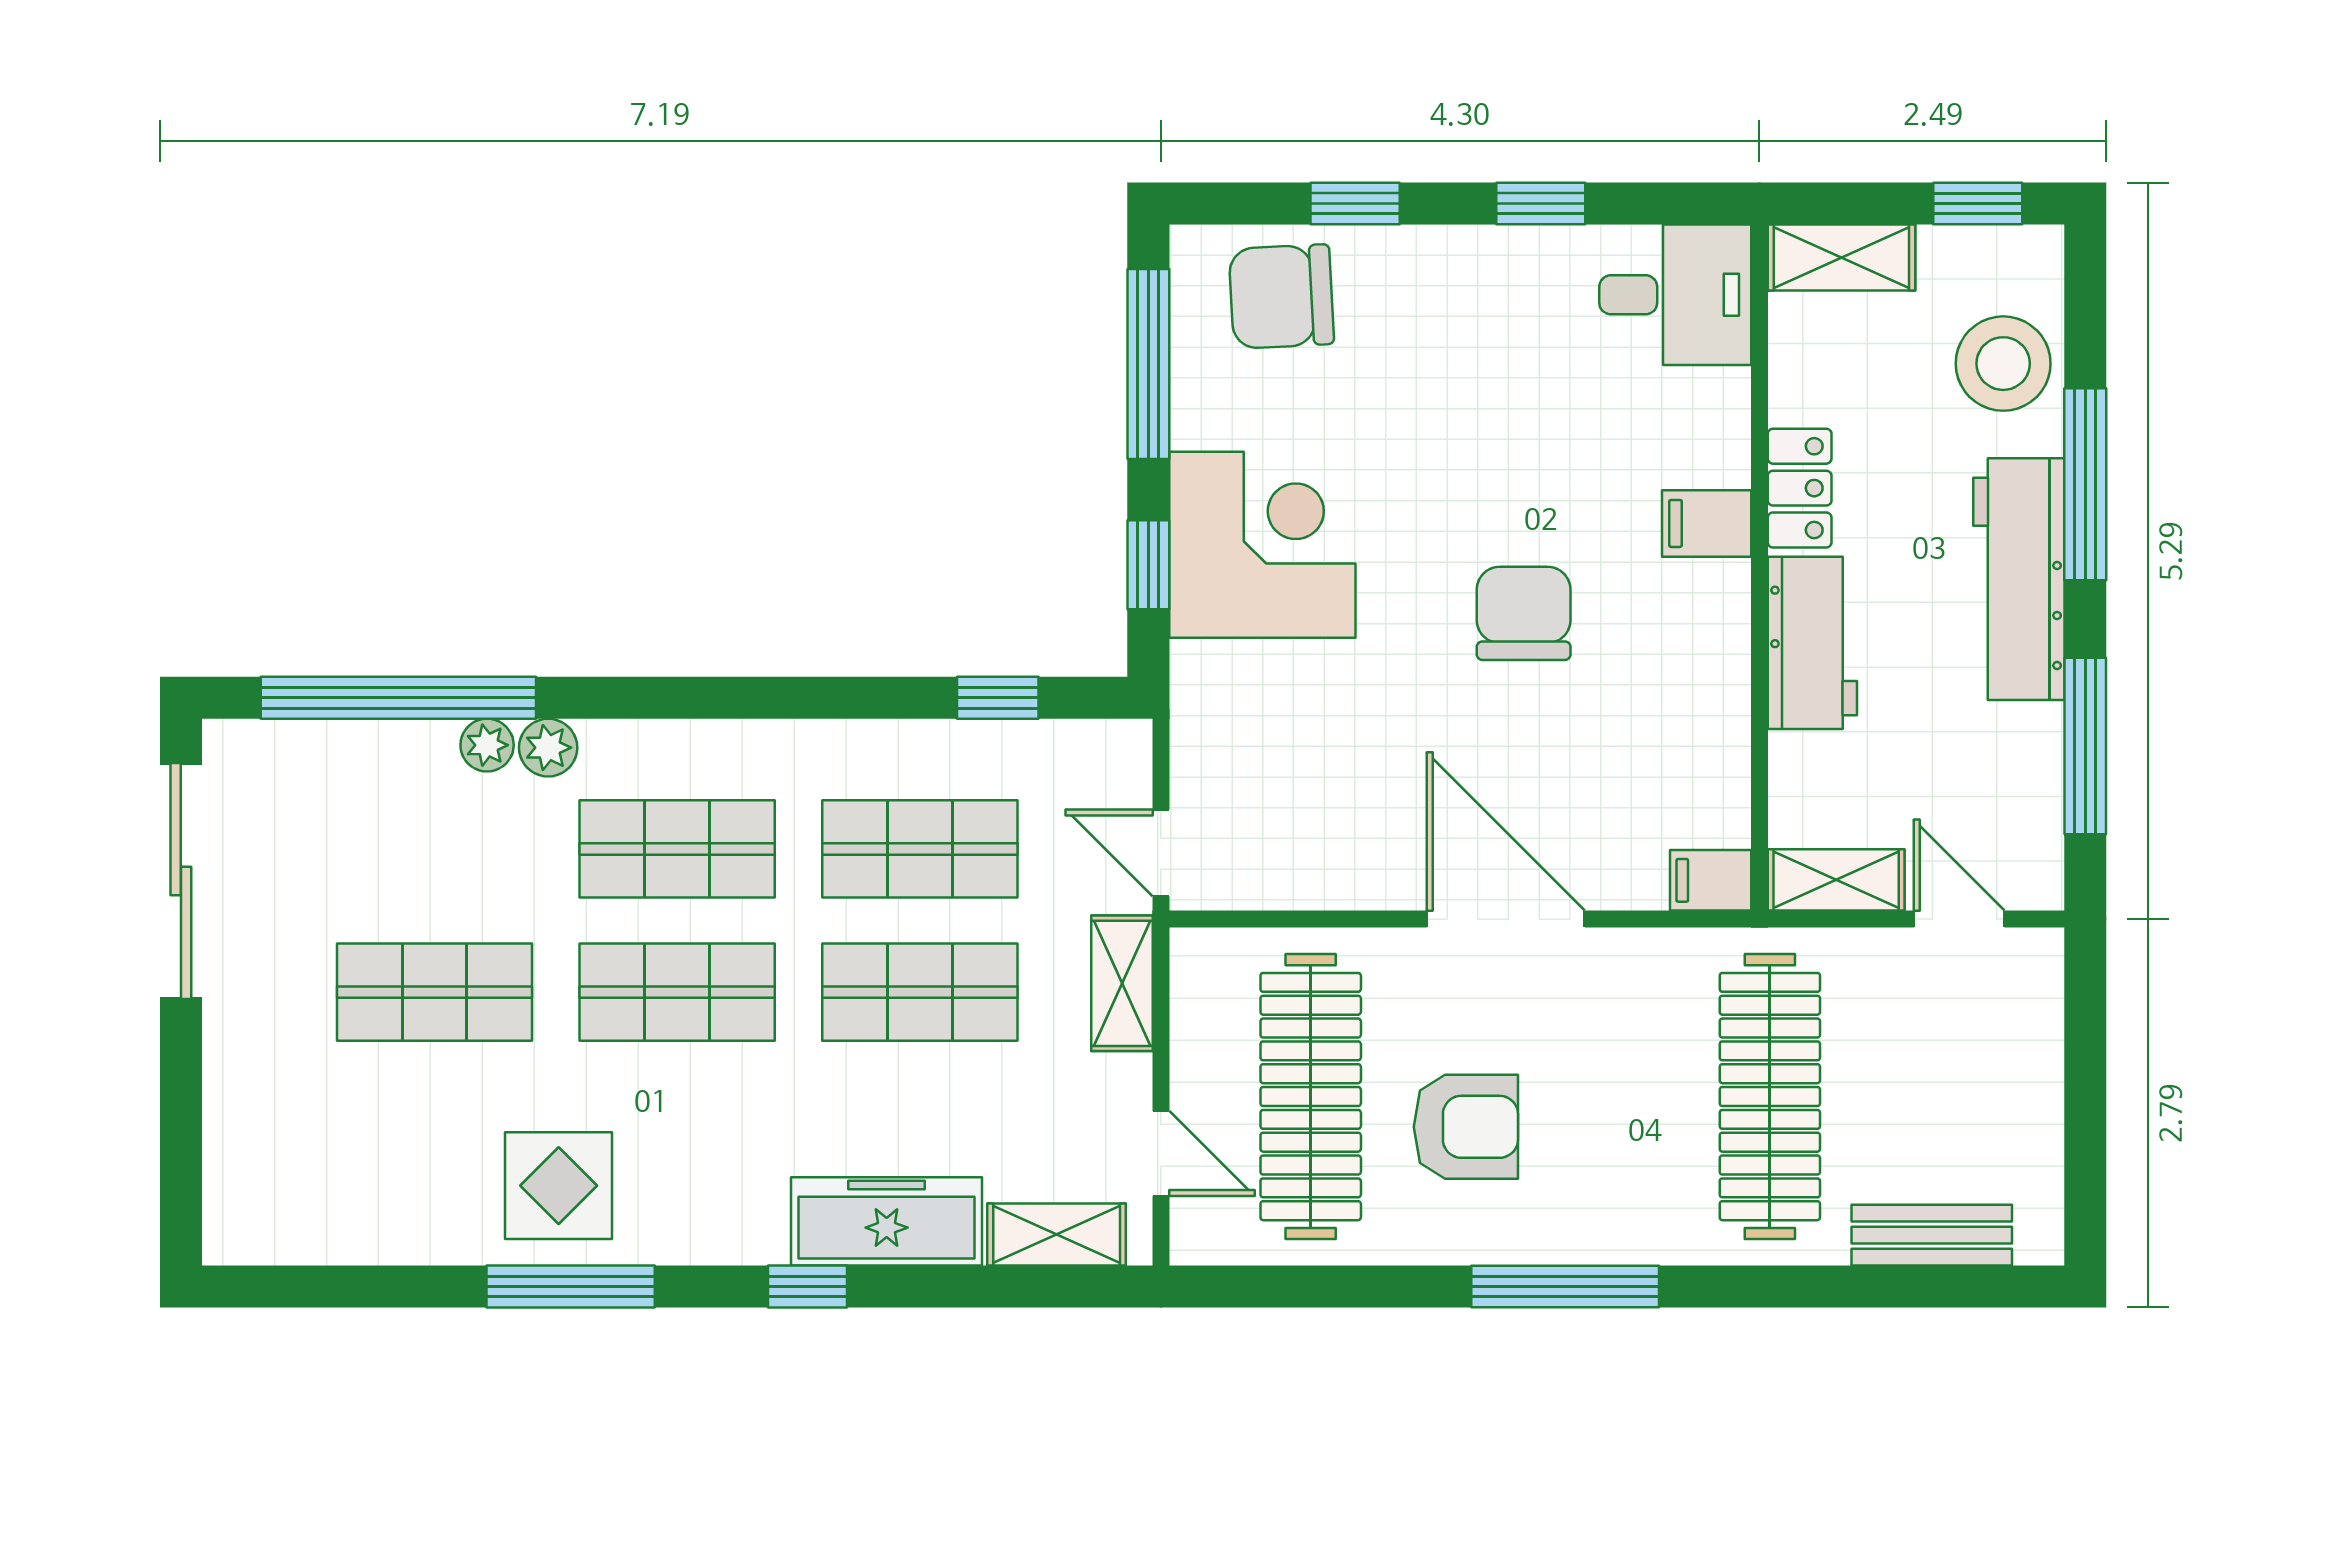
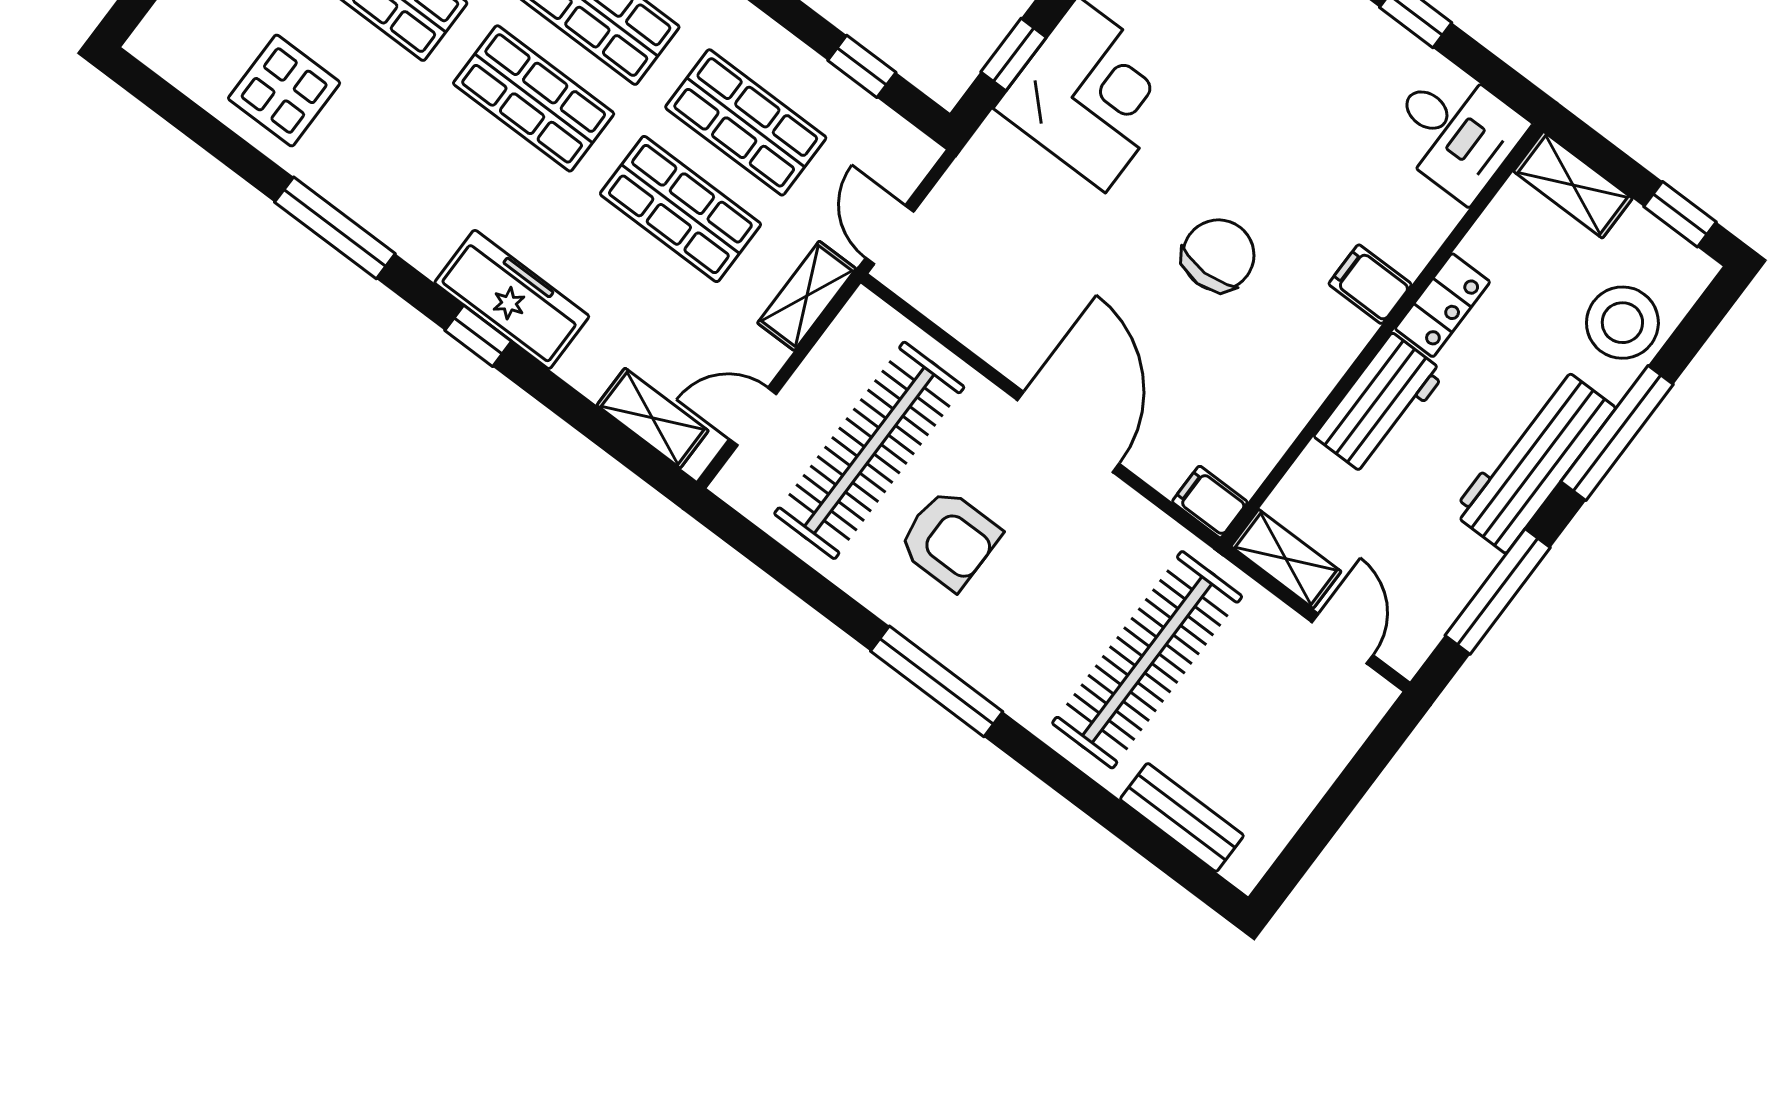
door: (1161, 1154) -> (753, 417), swing flipped
display table: (559, 1186) -> (284, 91), moved
freezer: (887, 1221) -> (512, 299), moved

